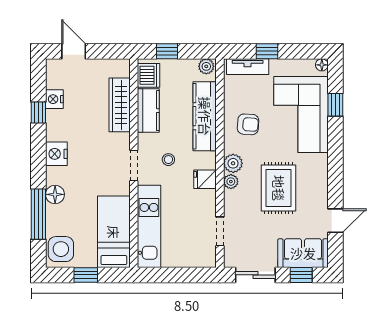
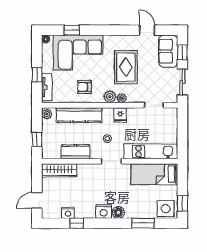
dishwasher: (149, 75) -> (53, 152), removed
wardrobe: (120, 105) -> (59, 170), moved
armchair: (248, 124) -> (84, 87), turned -94
rug: (279, 188) -> (126, 67), turned 90
floor lamp: (55, 194) -> (118, 212), moved
window: (38, 214) -> (143, 223), width x0.69
window: (86, 275) -> (182, 203), moved

